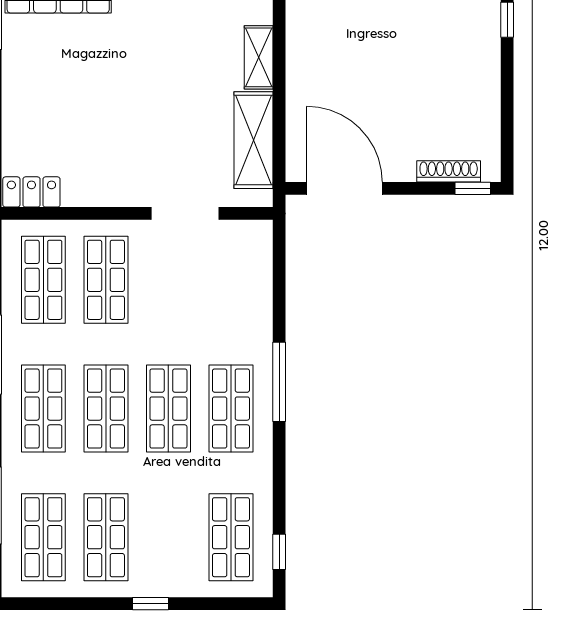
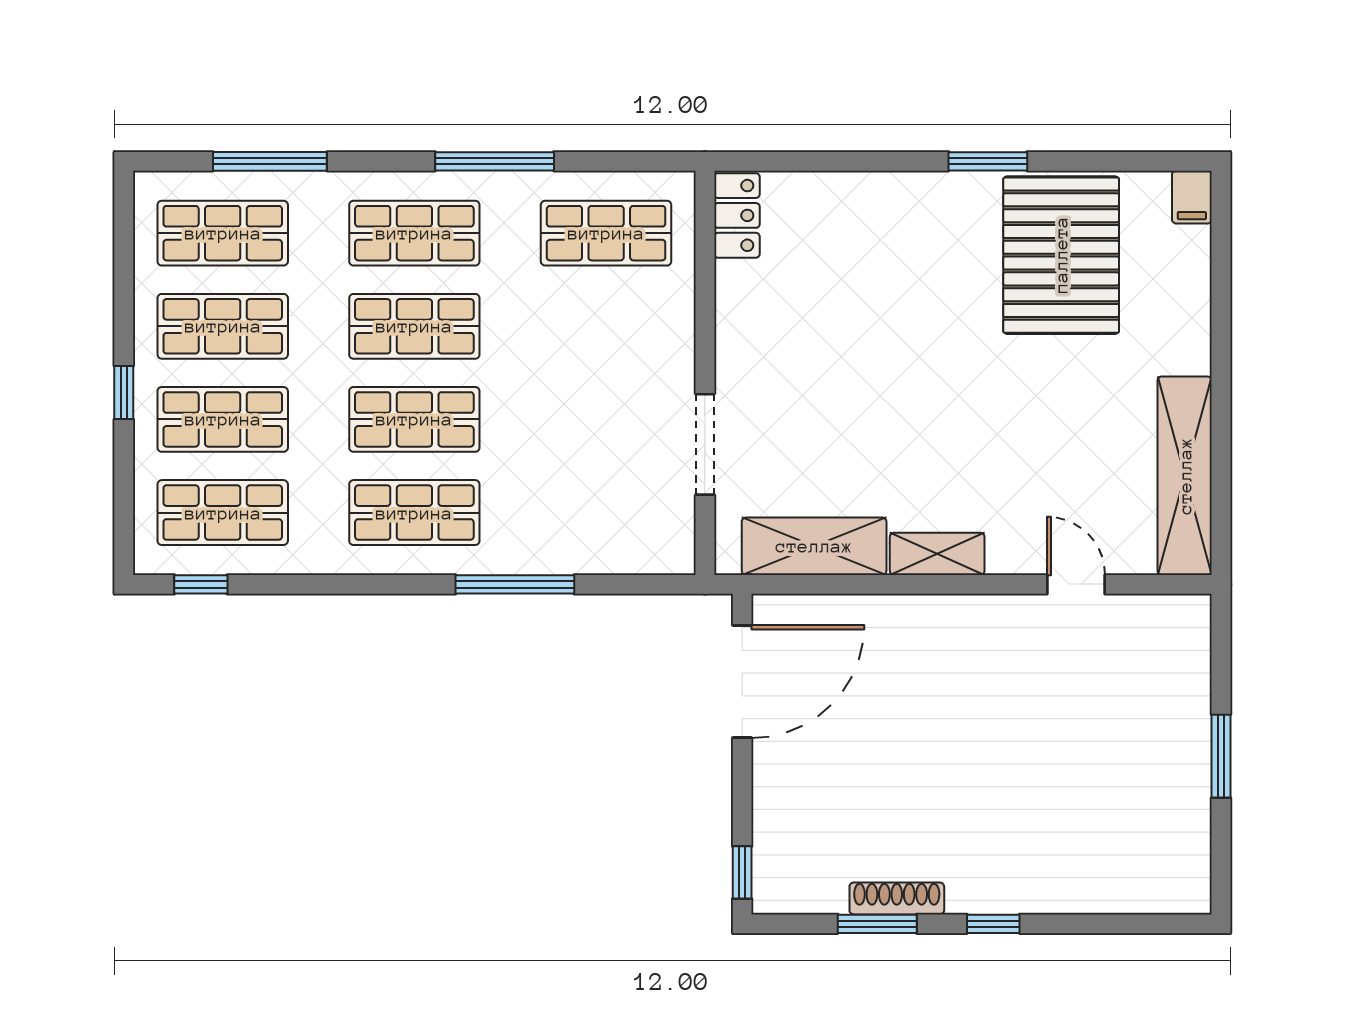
window: (507, 98) -> (877, 924), added
shoe rack: (449, 171) -> (897, 898), moved, turned -90
shop shelf: (106, 280) -> (223, 419), moved
window: (279, 382) -> (515, 584), moved

